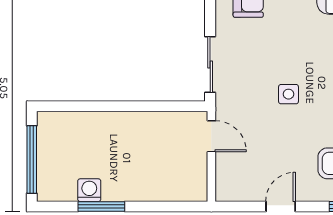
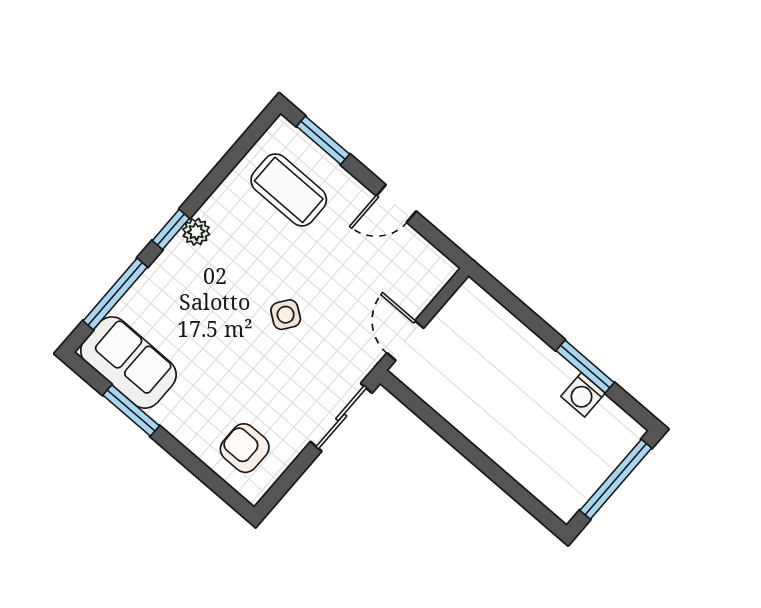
side table: (289, 94) -> (286, 315), turned 36

